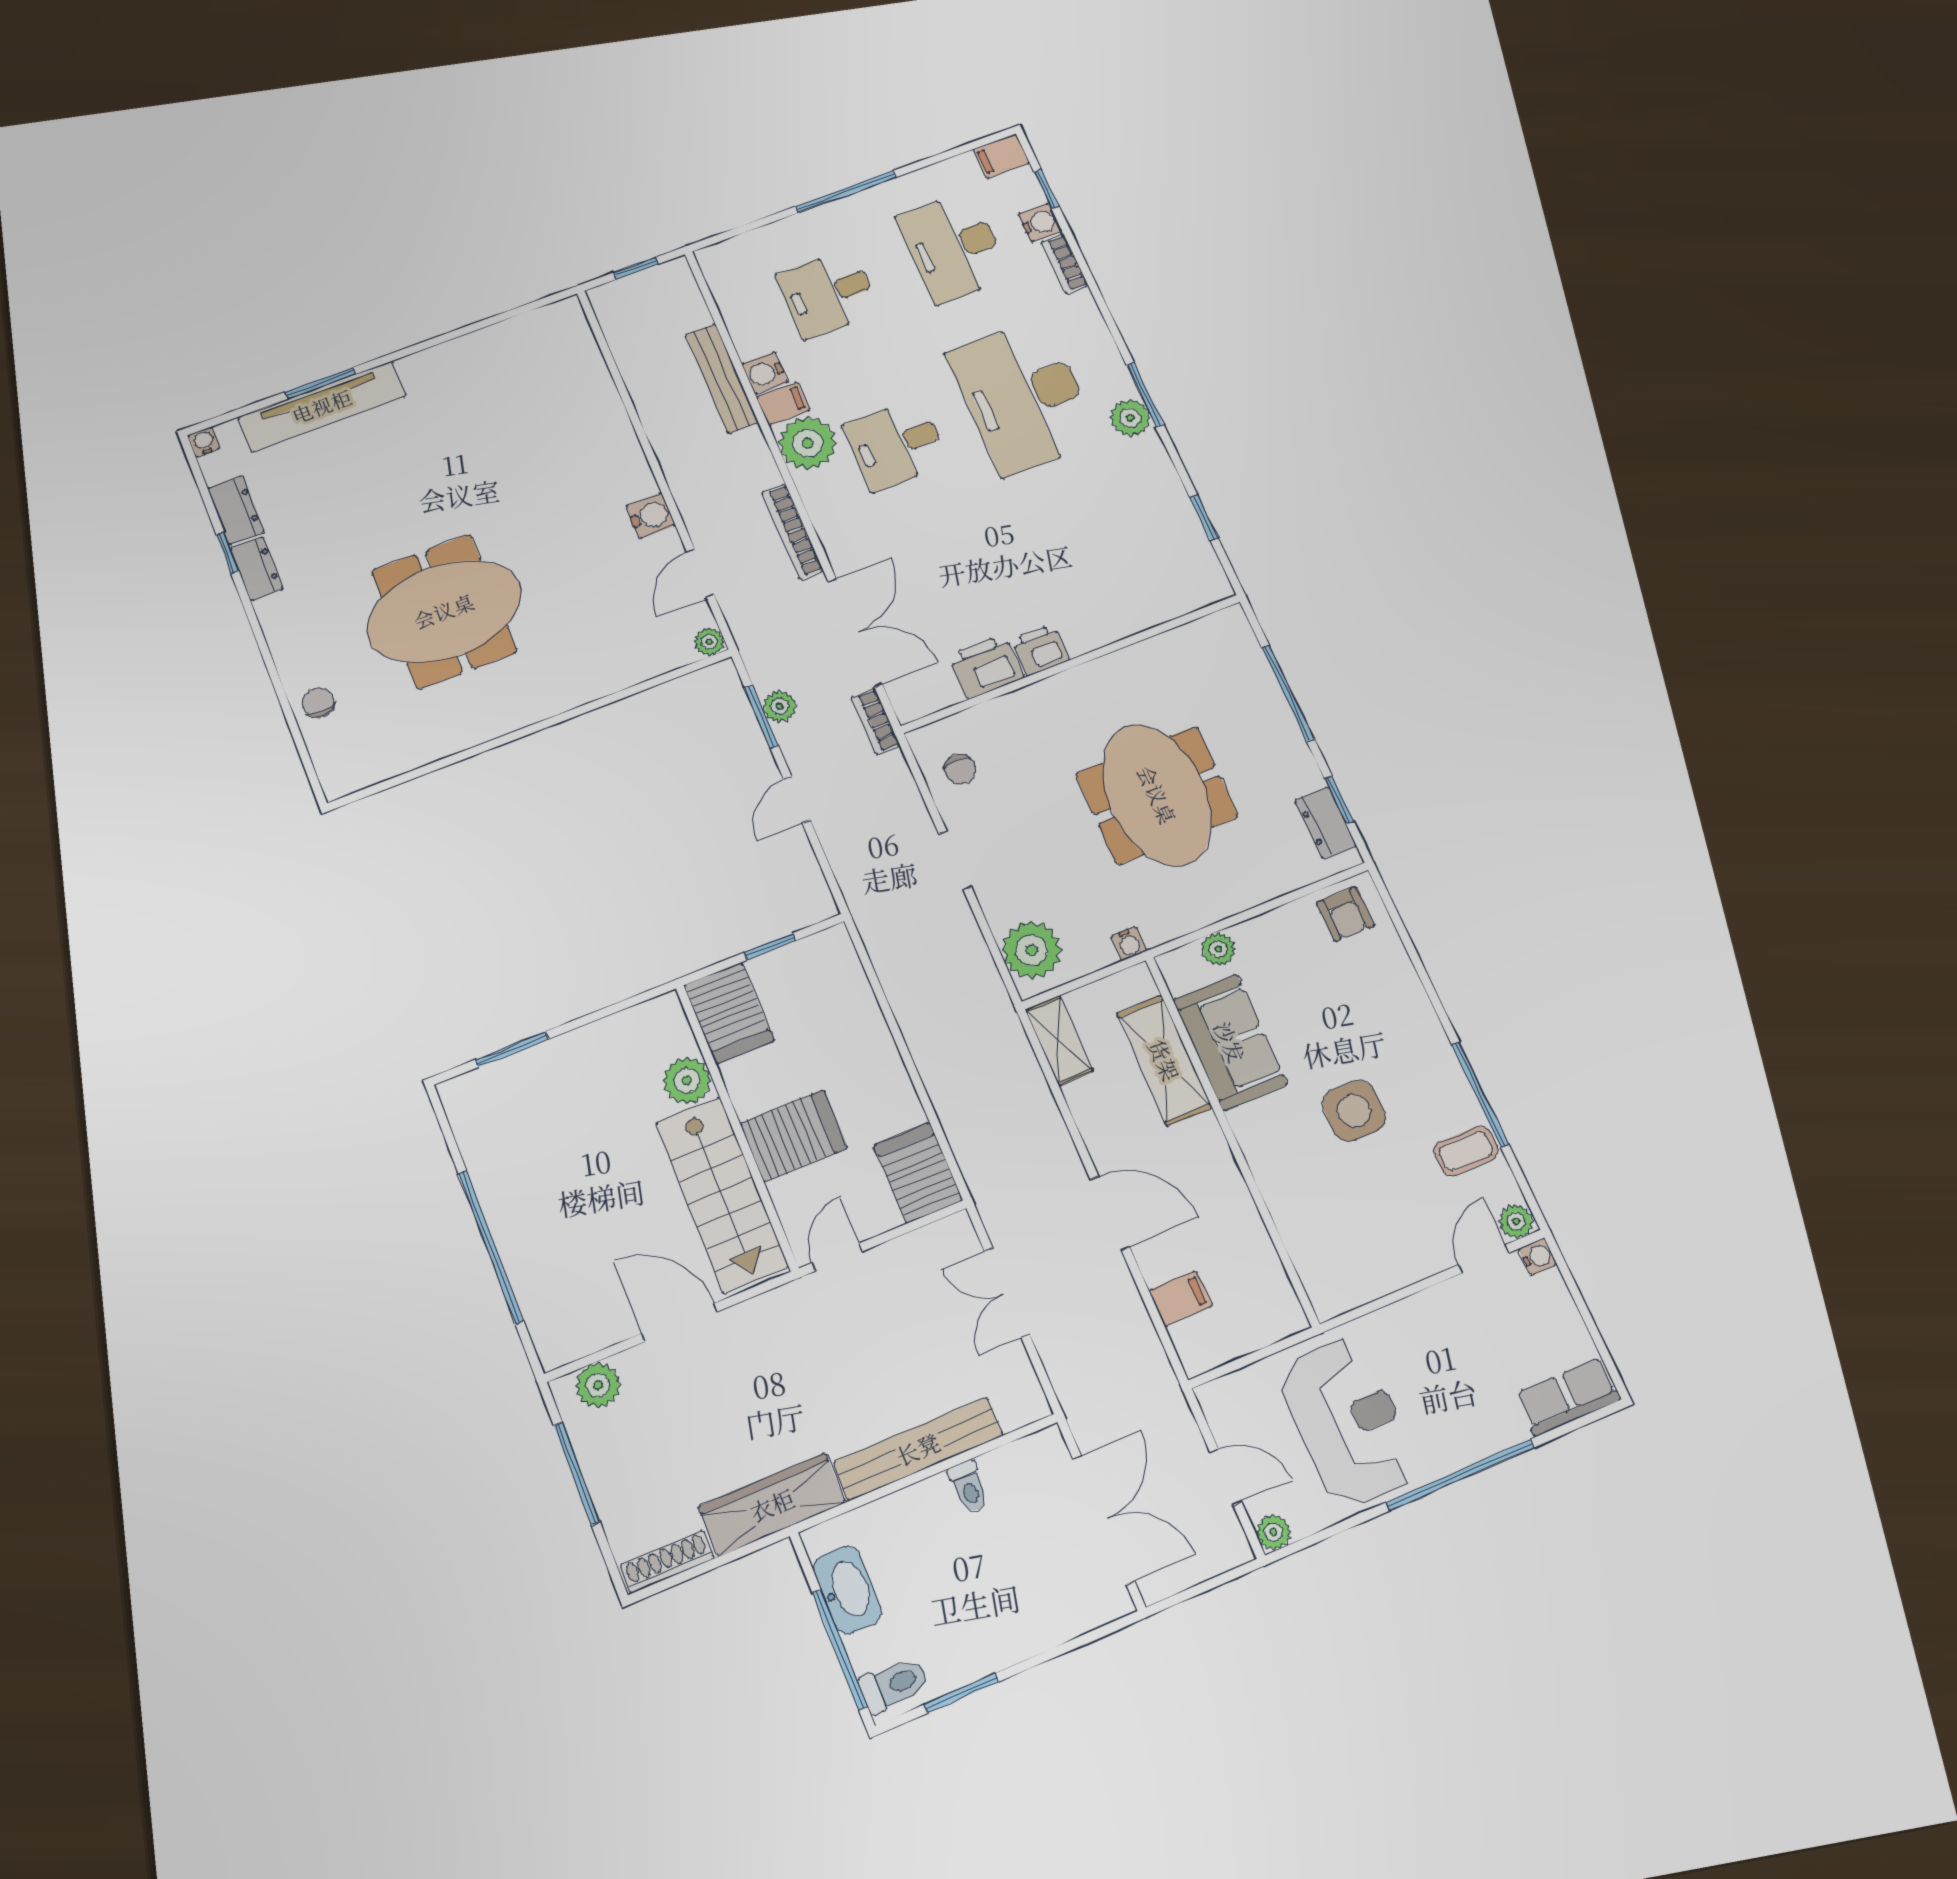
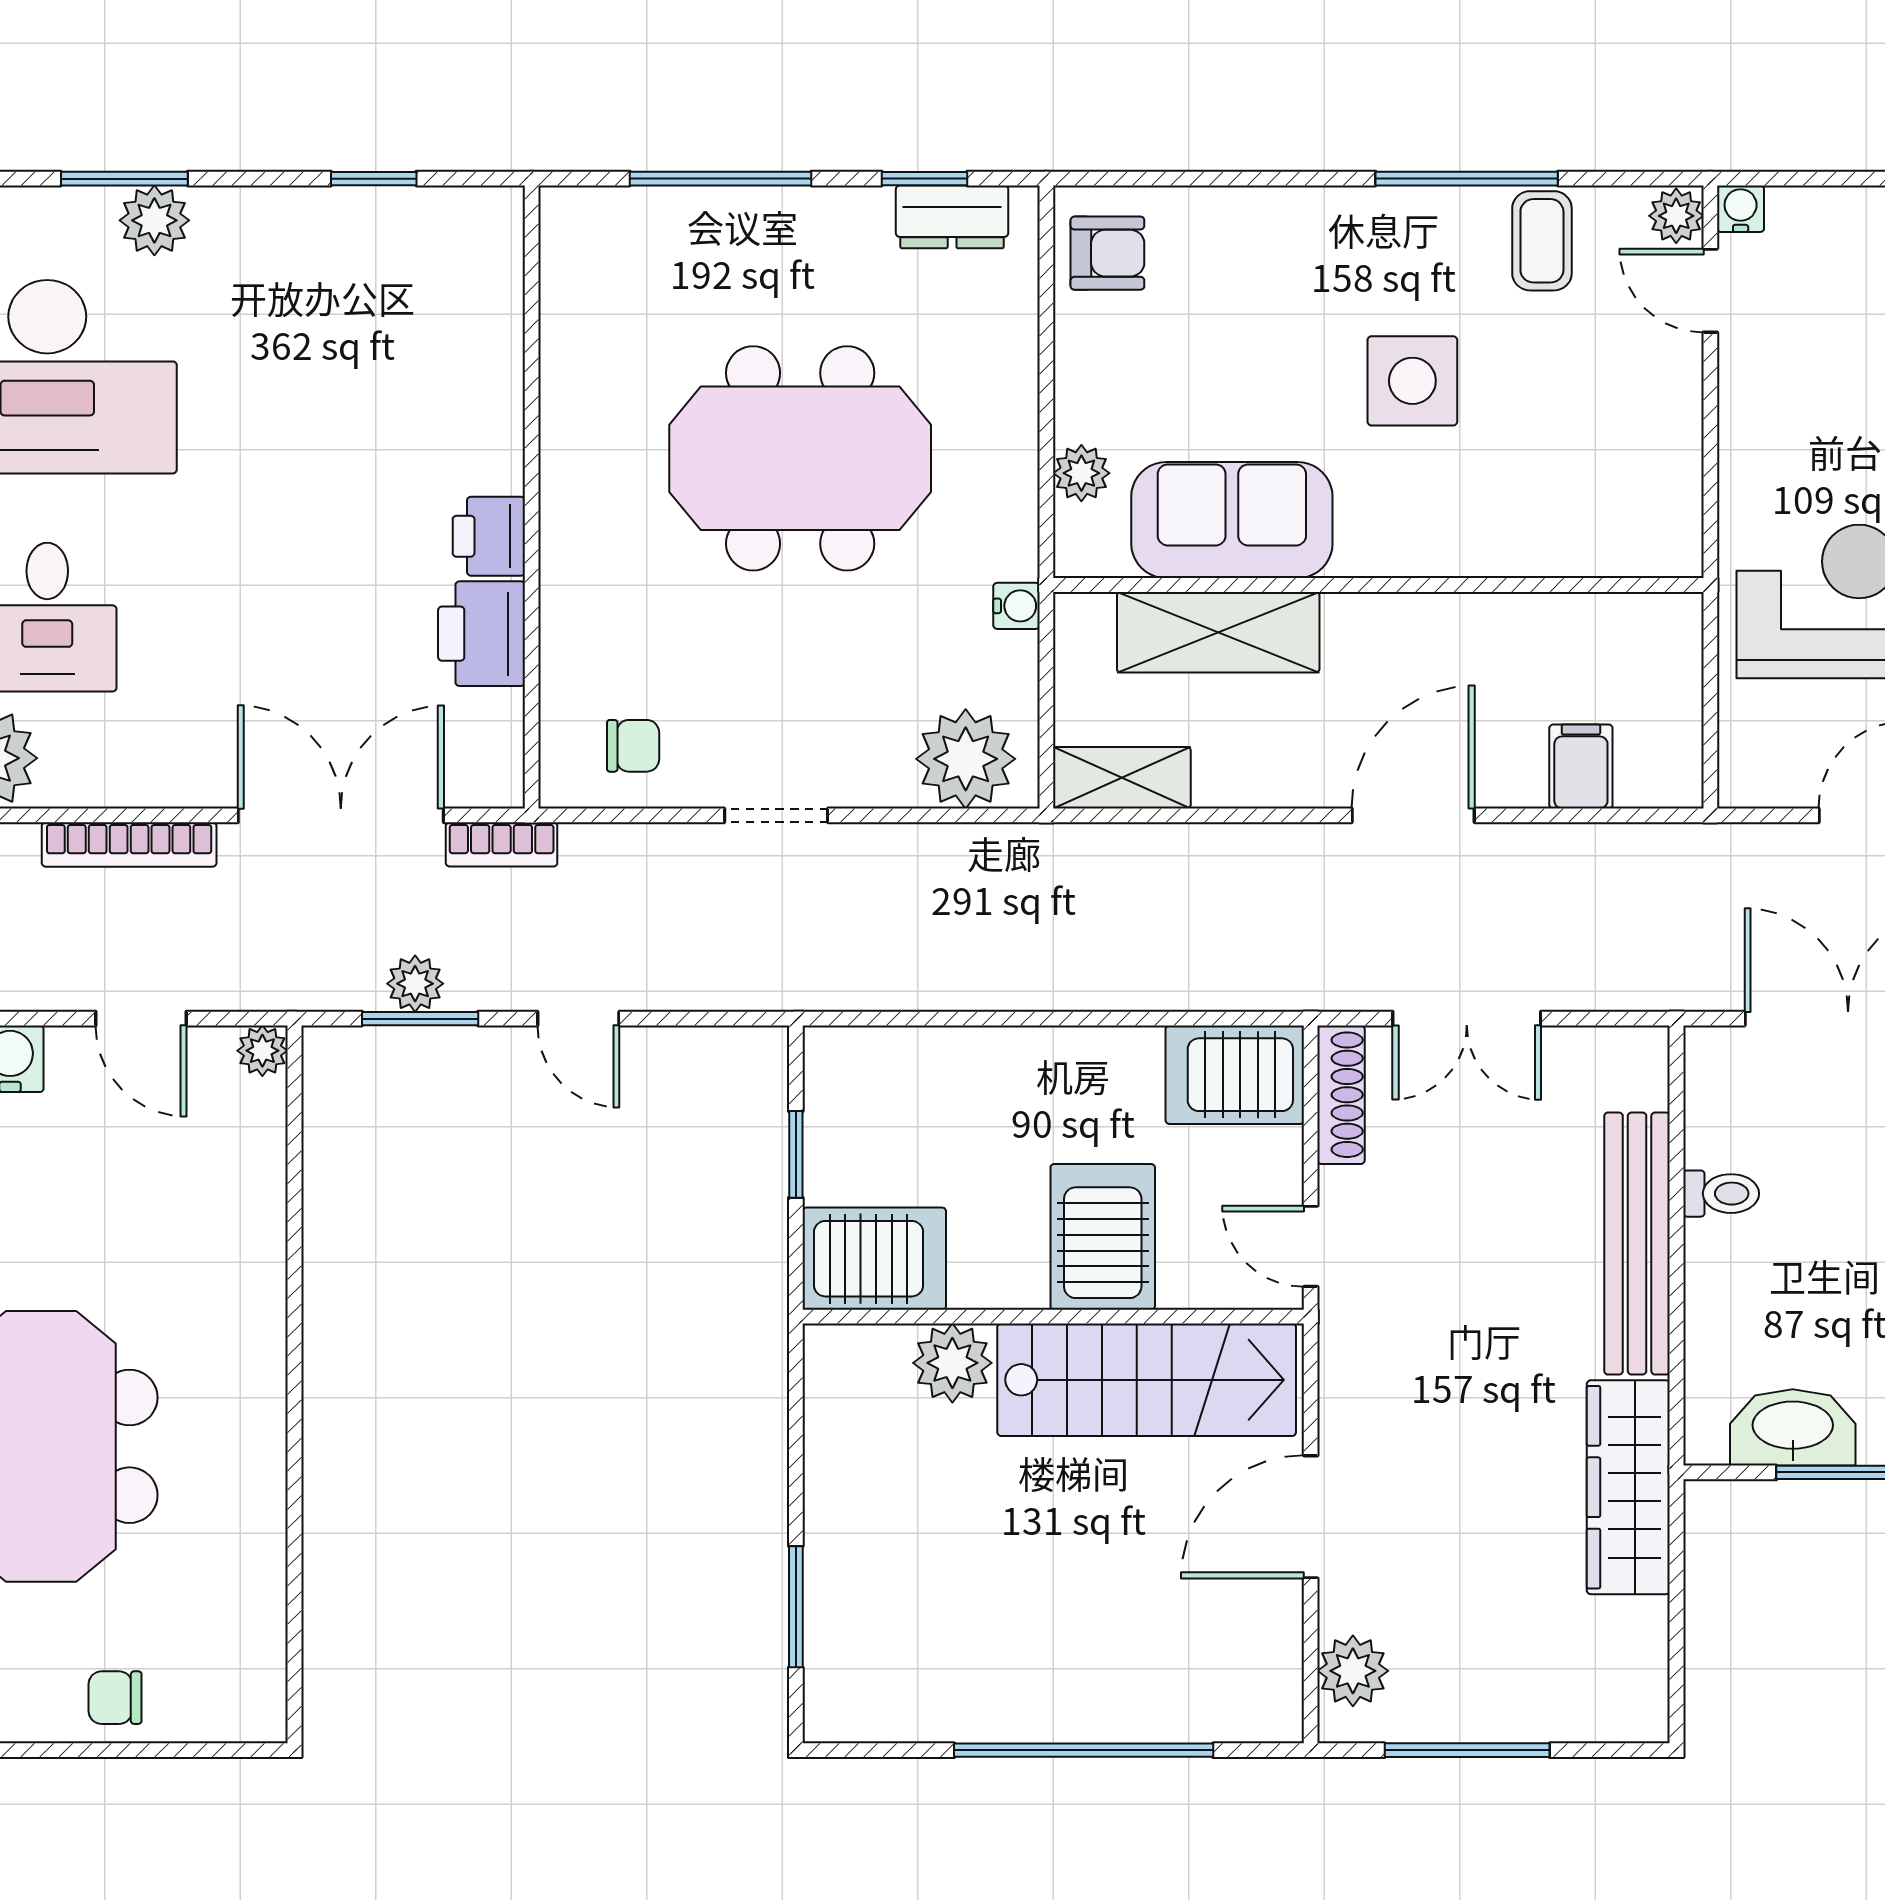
shoe rack: (667, 1562) -> (1341, 1095), moved, turned 180

